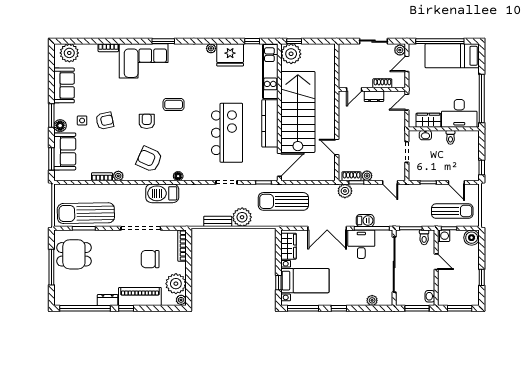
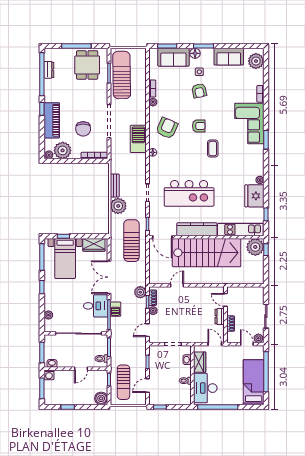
washing machine: (444, 236) -> (49, 375), moved
chair: (150, 259) -> (83, 129), turned 180
dresser: (108, 300) -> (49, 70), moved

